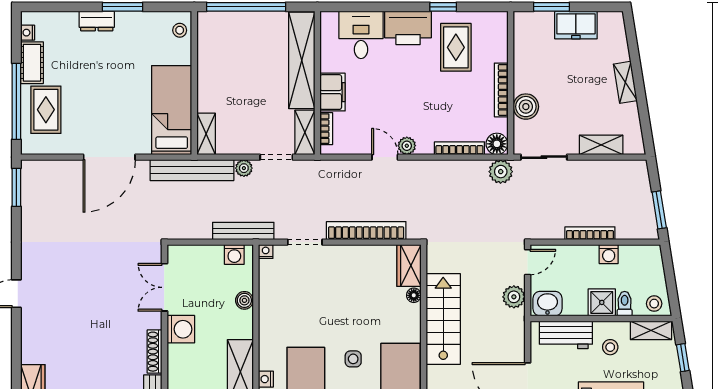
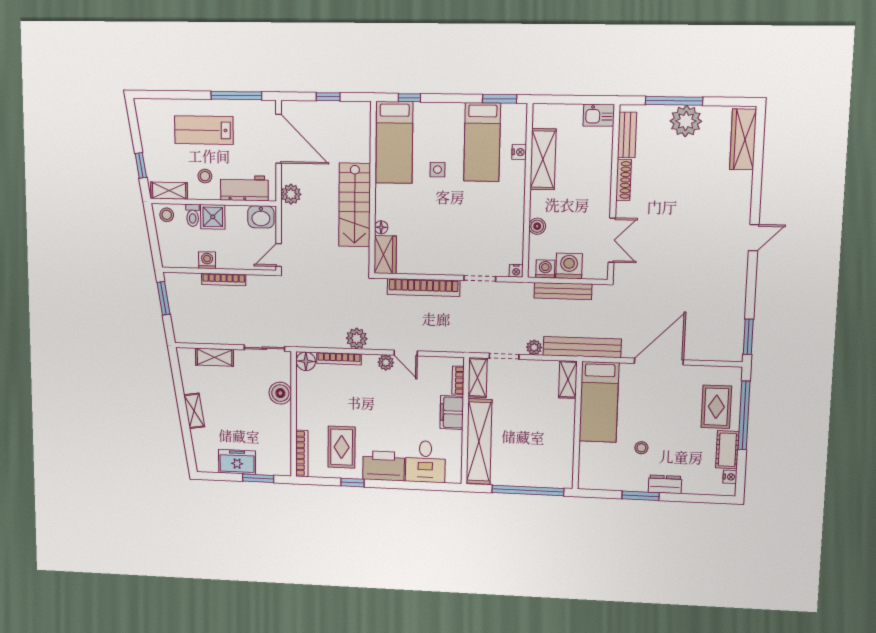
stool: (180, 30) -> (641, 448), moved
bookcase: (501, 90) -> (302, 453), moved
plant: (501, 172) -> (357, 338), moved
bench: (243, 231) -> (563, 291), moved
plant: (514, 297) -> (291, 194), moved
washing machine: (181, 329) -> (569, 266), moved, turned 90

